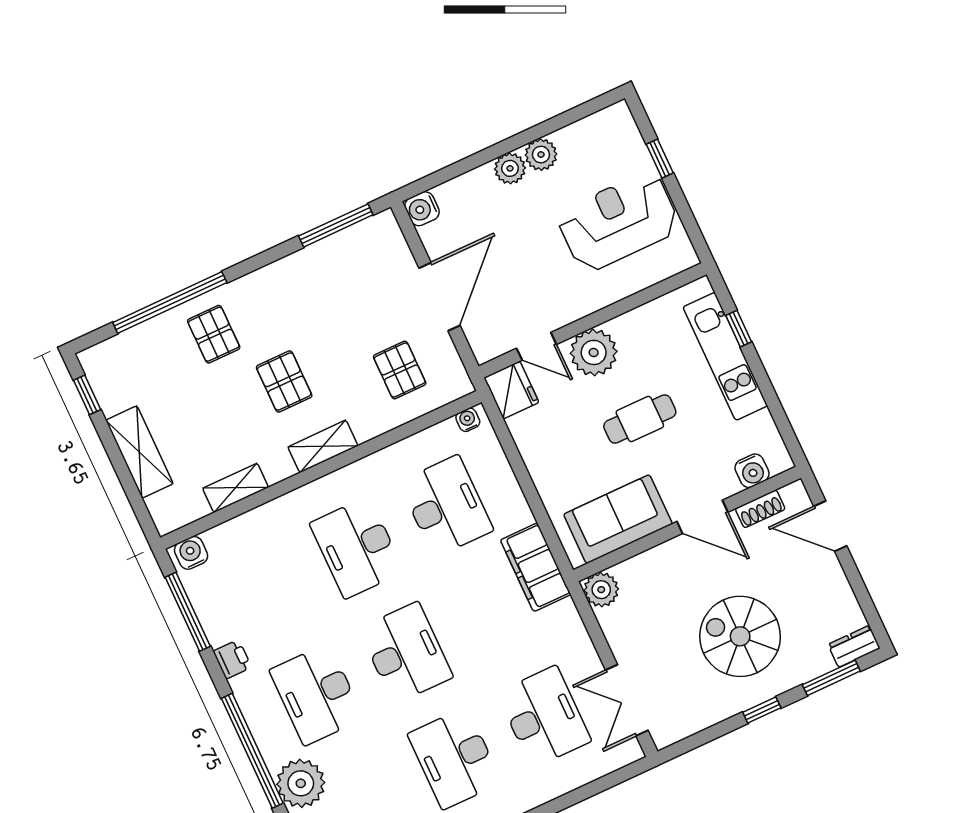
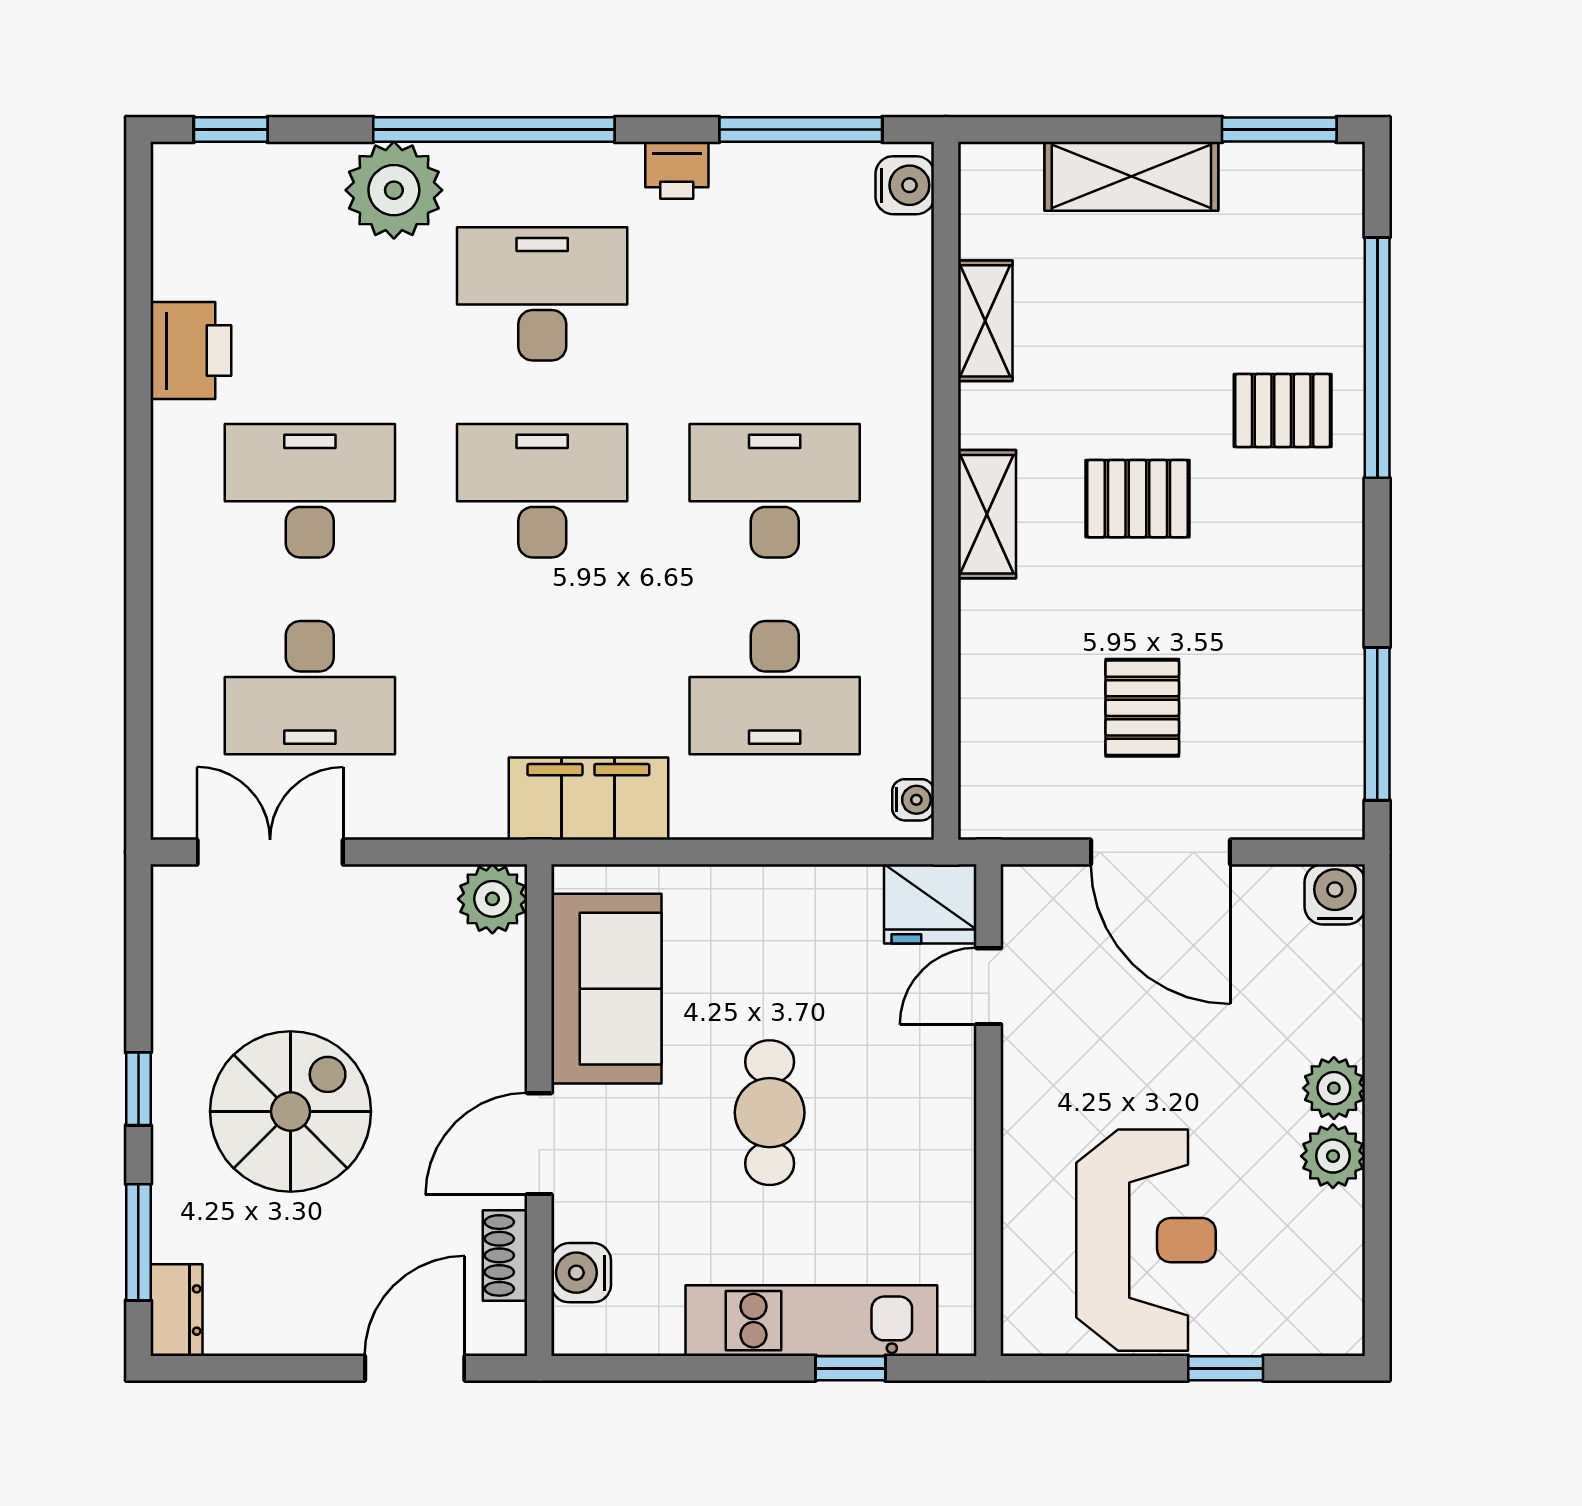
plant: (594, 352) -> (929, 1085), removed
pallet: (400, 370) -> (1142, 708), moved, turned 90
window: (87, 395) -> (1279, 129), width x1.50
desk: (406, 653) -> (542, 491), turned 180

